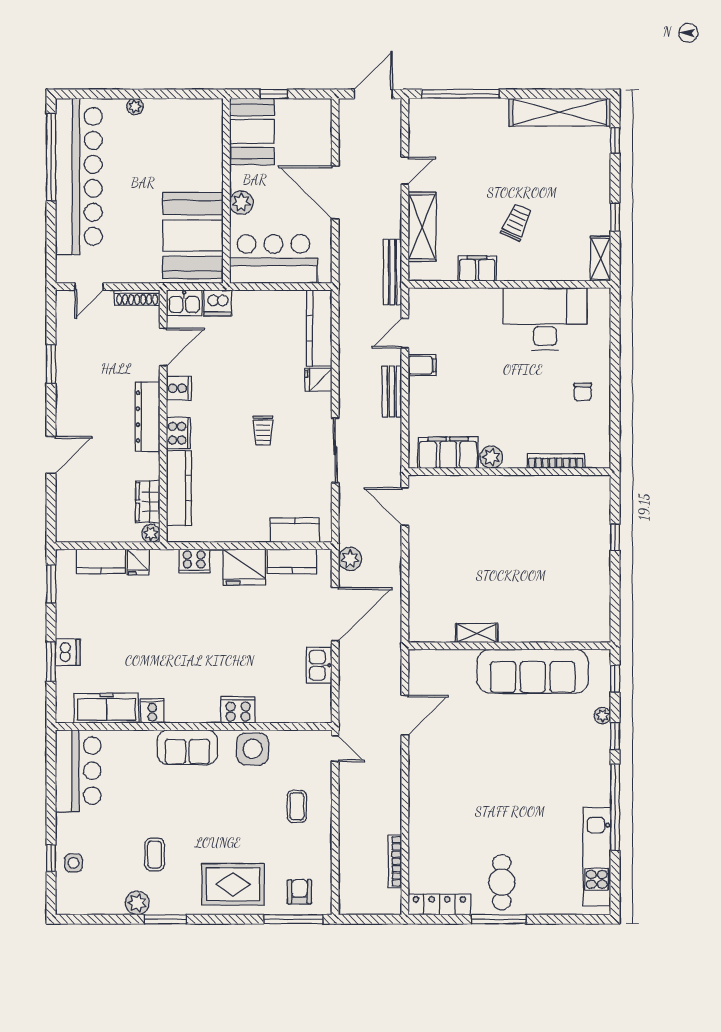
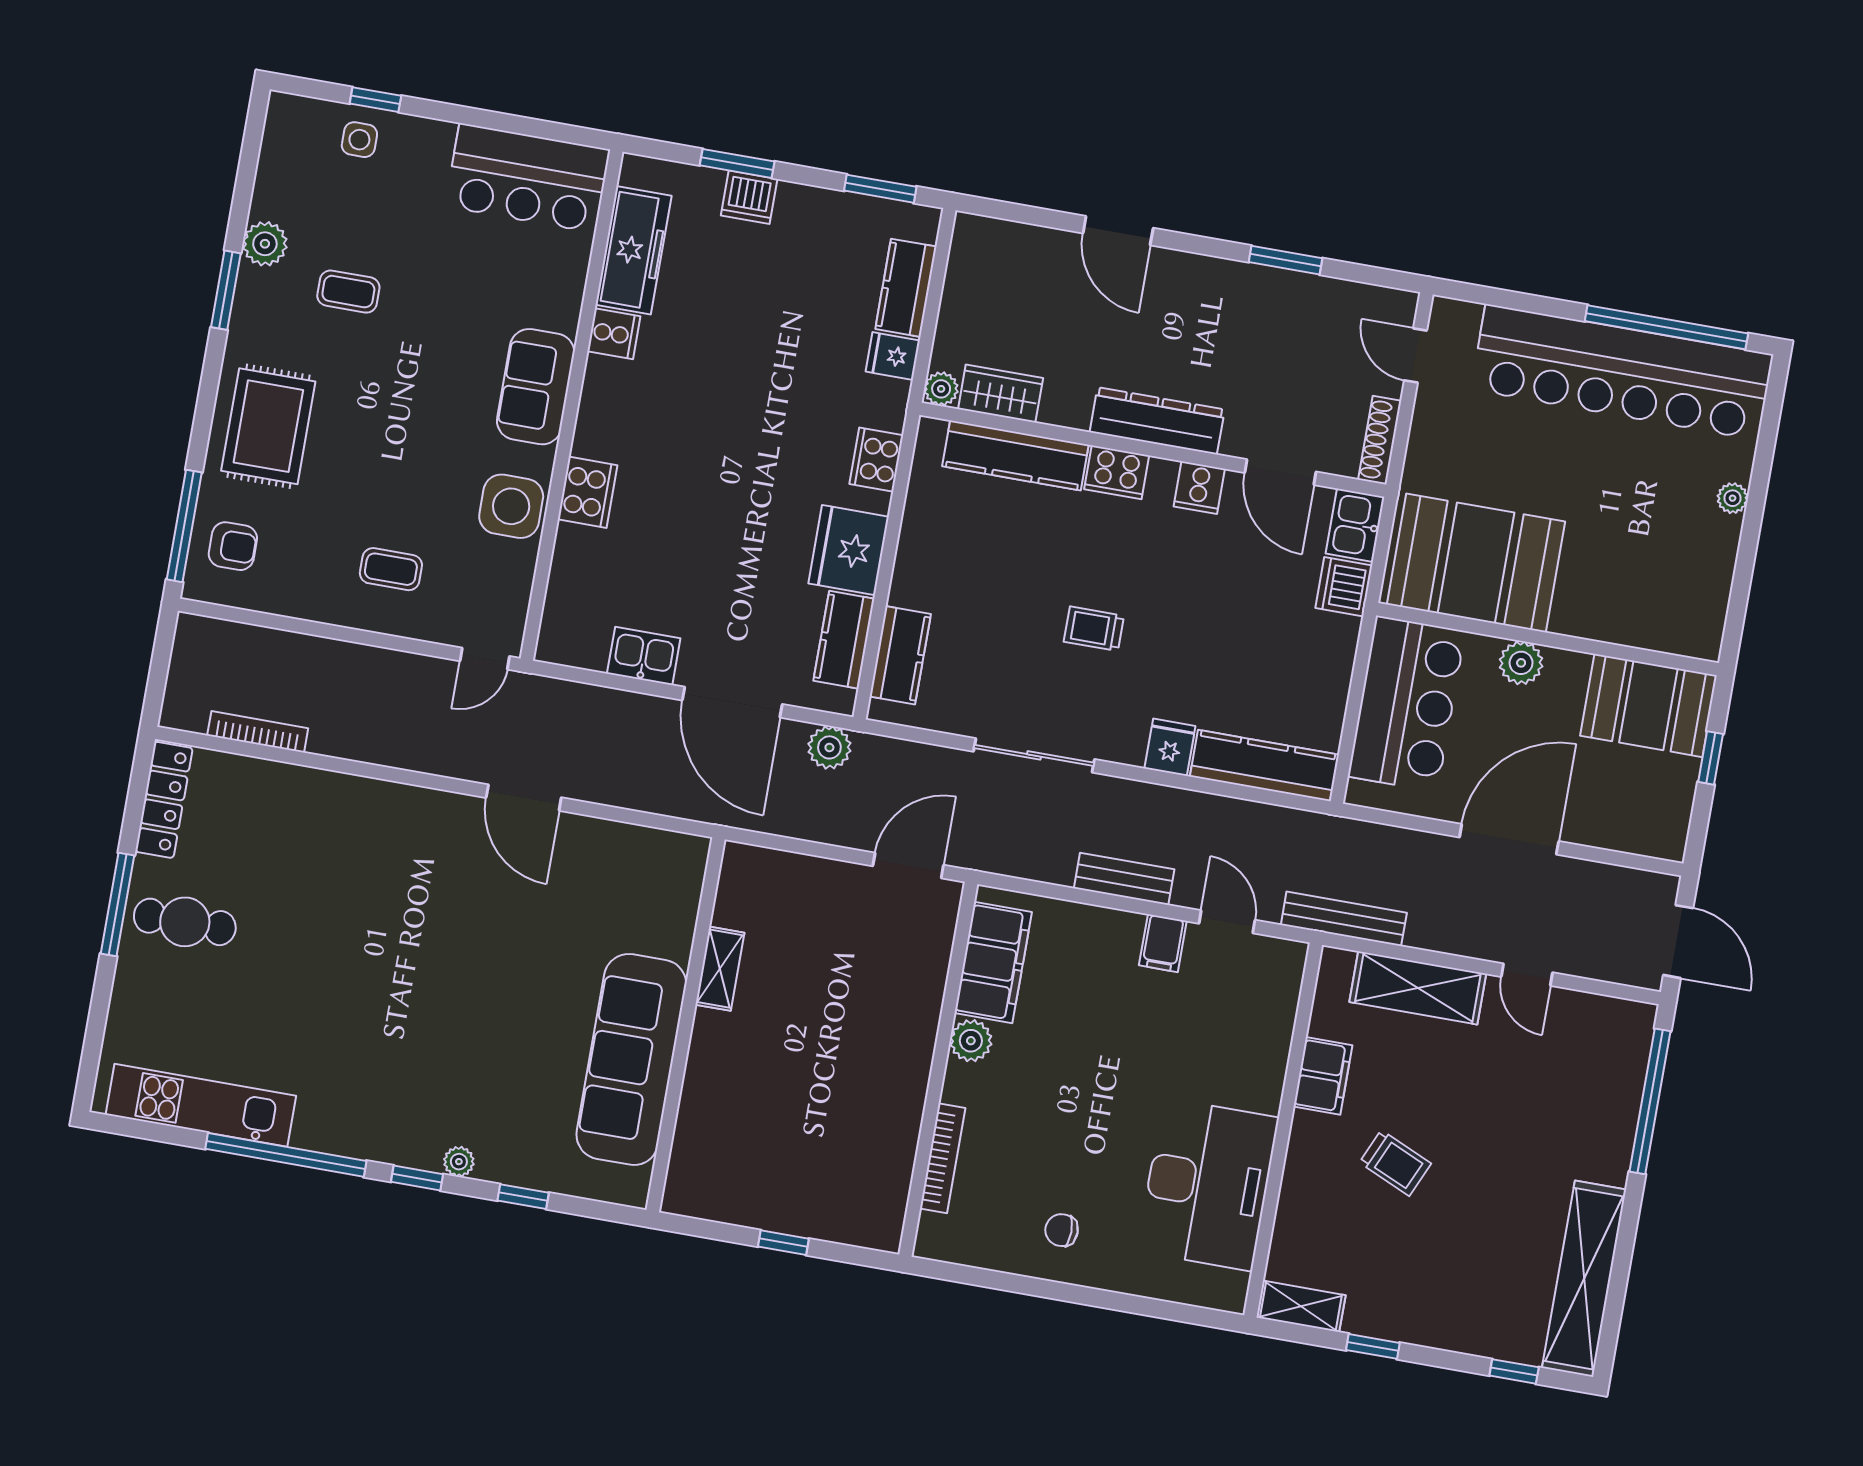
shelving: (477, 633) -> (720, 969), moved
wall: (509, 646) -> (686, 1025), moved
sofa: (533, 671) -> (631, 1059), moved

